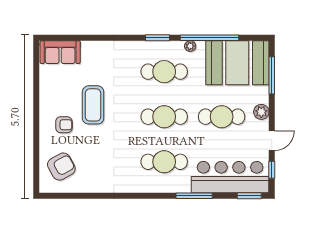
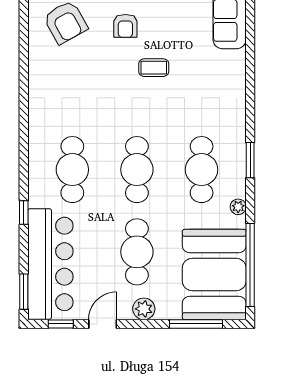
window: (209, 38) -> (250, 265), moved
coffee table: (93, 105) -> (154, 68), width x0.54, depth x0.58
door: (272, 141) -> (103, 324), swing flipped
window: (194, 196) -> (24, 212), width x0.46

